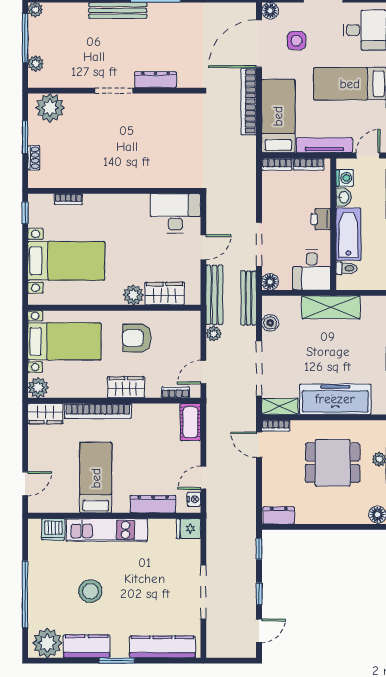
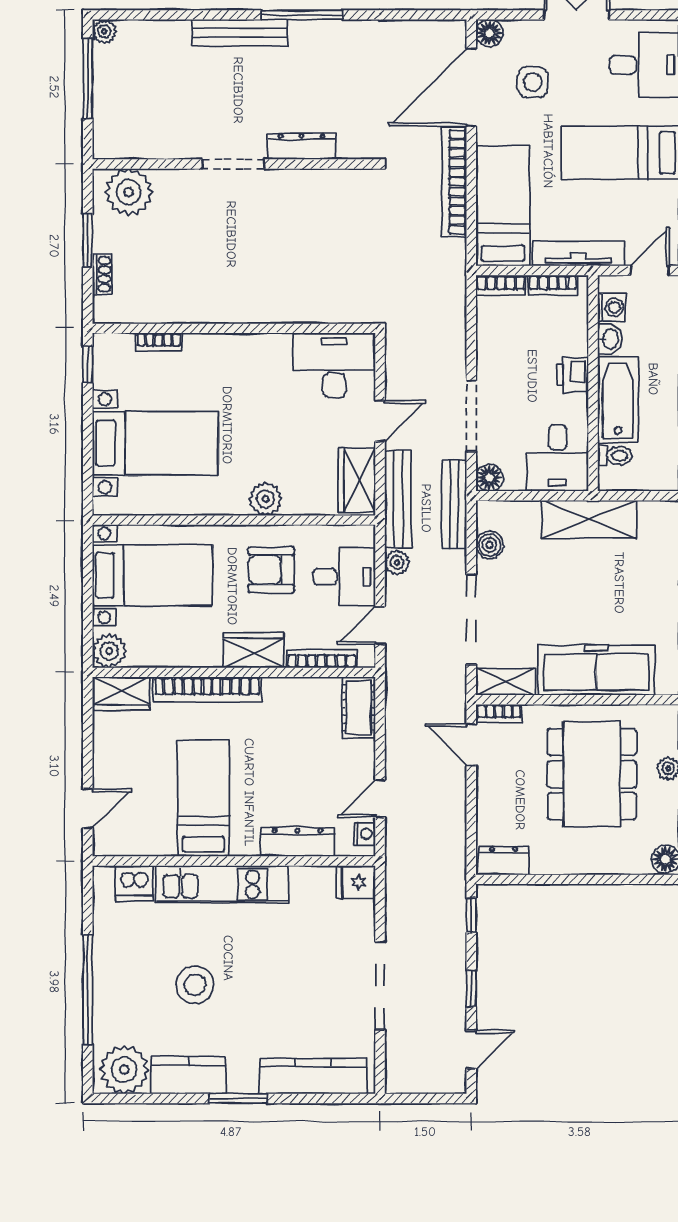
plant: (36, 64) -> (105, 120), removed
wardrobe: (165, 294) -> (357, 480), moved, turned -90
desk: (181, 342) -> (344, 577), added
bookcase: (176, 392) -> (322, 659), width x1.56
dining table: (333, 463) -> (592, 774), width x1.38

